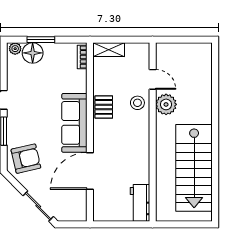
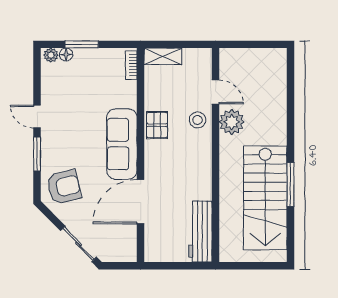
floor lamp: (33, 53) -> (66, 54), width x0.53, depth x0.53
window: (215, 157) -> (290, 184), added
workbench: (140, 203) -> (200, 232), width x1.38

